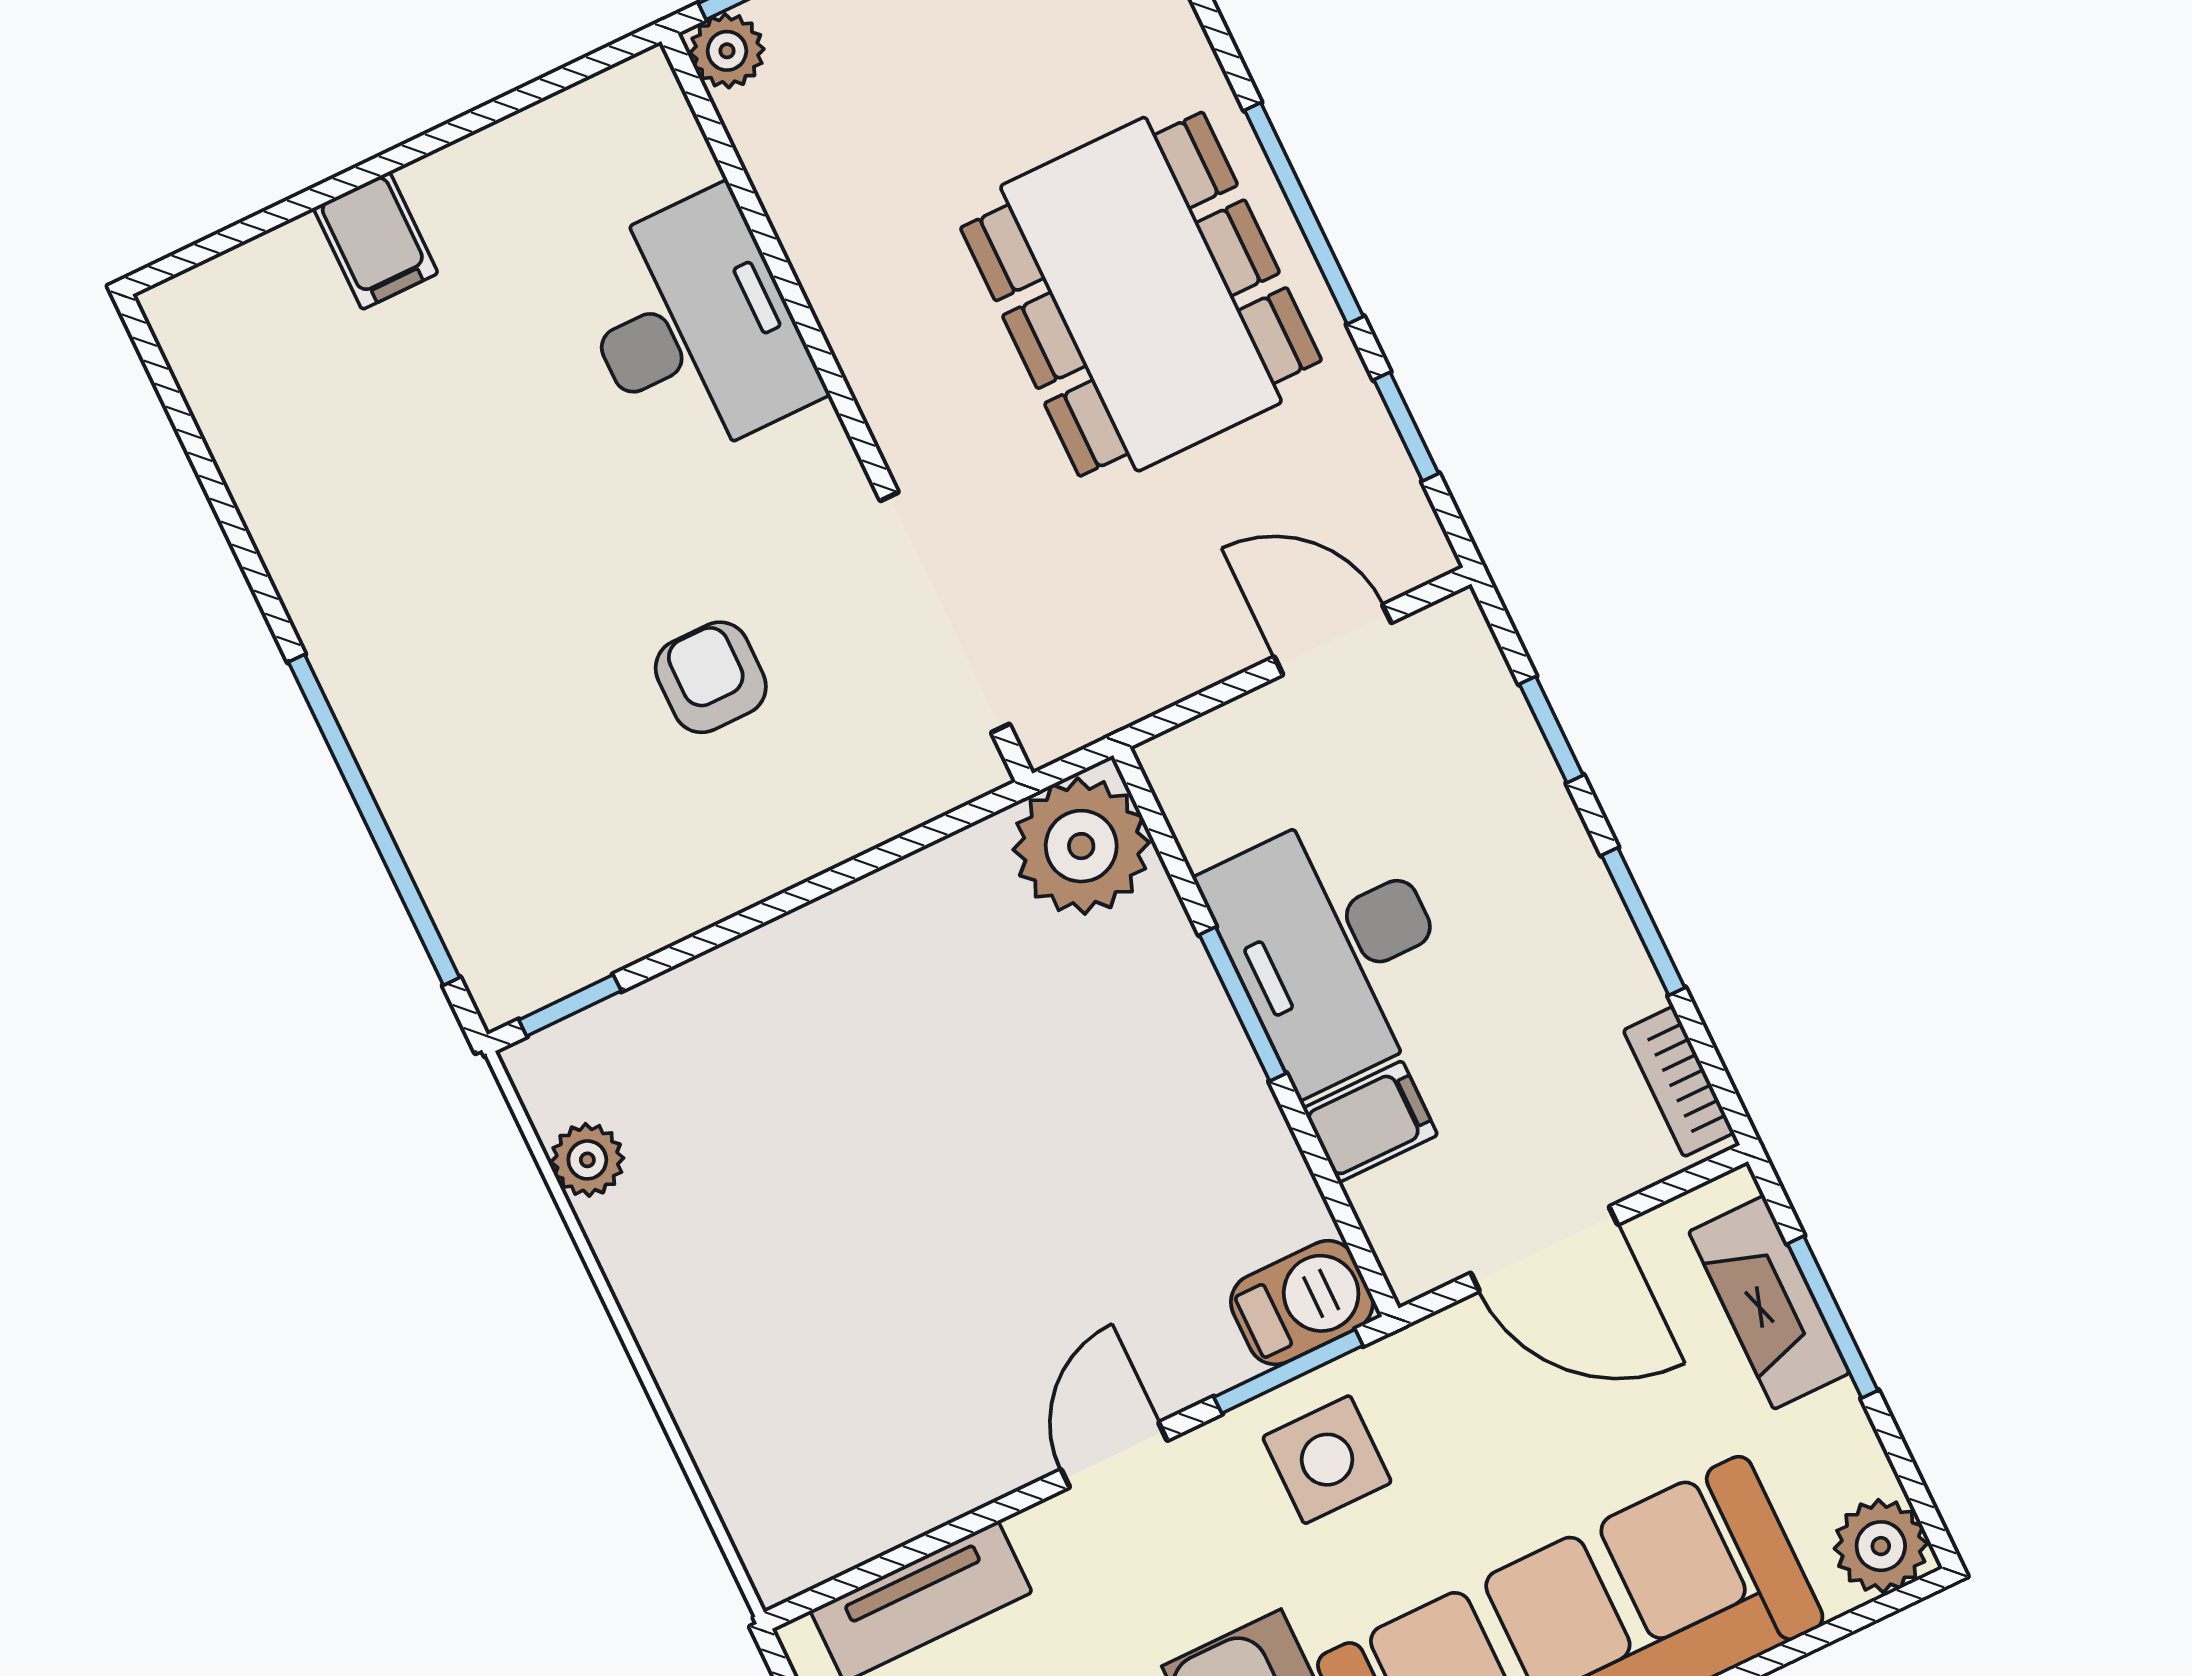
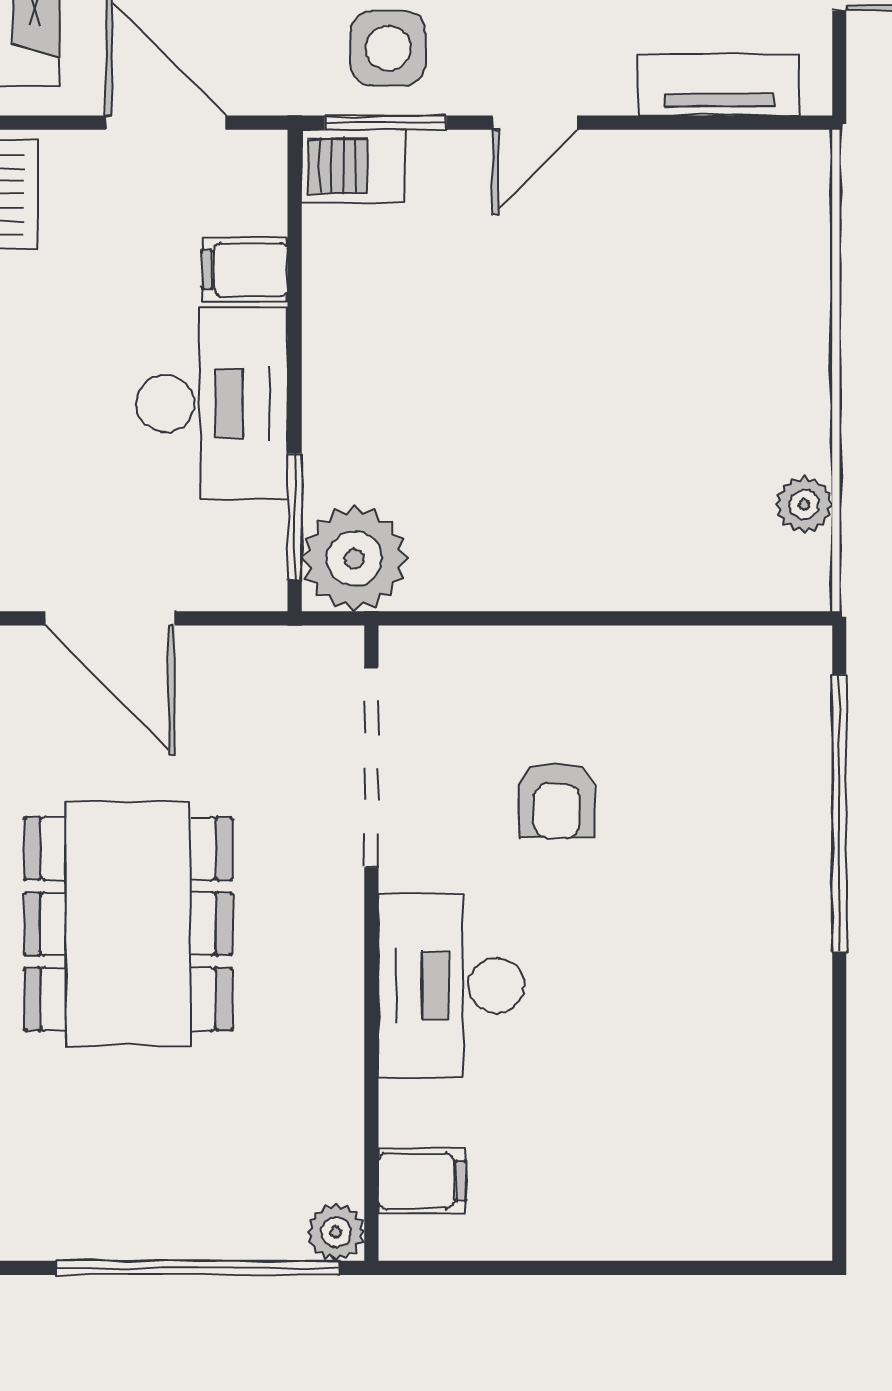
filing cabinet: (376, 241) -> (422, 1181), moved, turned 90
desk: (694, 328) -> (451, 985), moved
door: (1333, 640) -> (110, 618), width x1.38
window: (1243, 1004) -> (295, 517), moved
window: (570, 1005) -> (765, 618), removed

